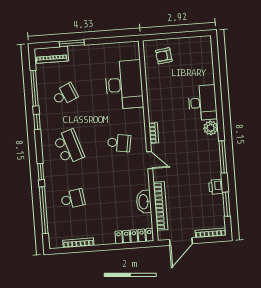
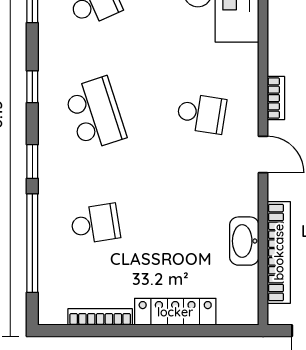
window: (37, 122) -> (32, 87), moved
locker: (134, 236) -> (175, 312), moved

